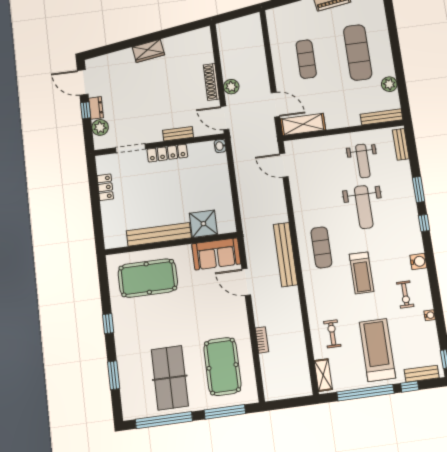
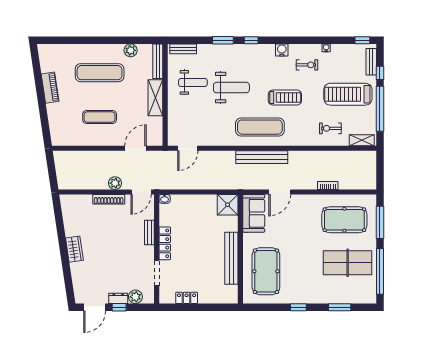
shelving: (303, 124) -> (155, 98), moved
shower: (203, 224) -> (228, 205), moved
exercise mat: (321, 247) -> (260, 127), width x1.36, depth x1.45

